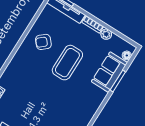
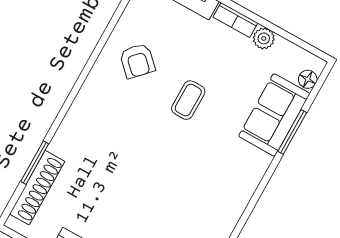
armchair: (43, 42) -> (137, 61), turned -95
coffee table: (67, 63) -> (188, 100), width x0.54, depth x0.58

